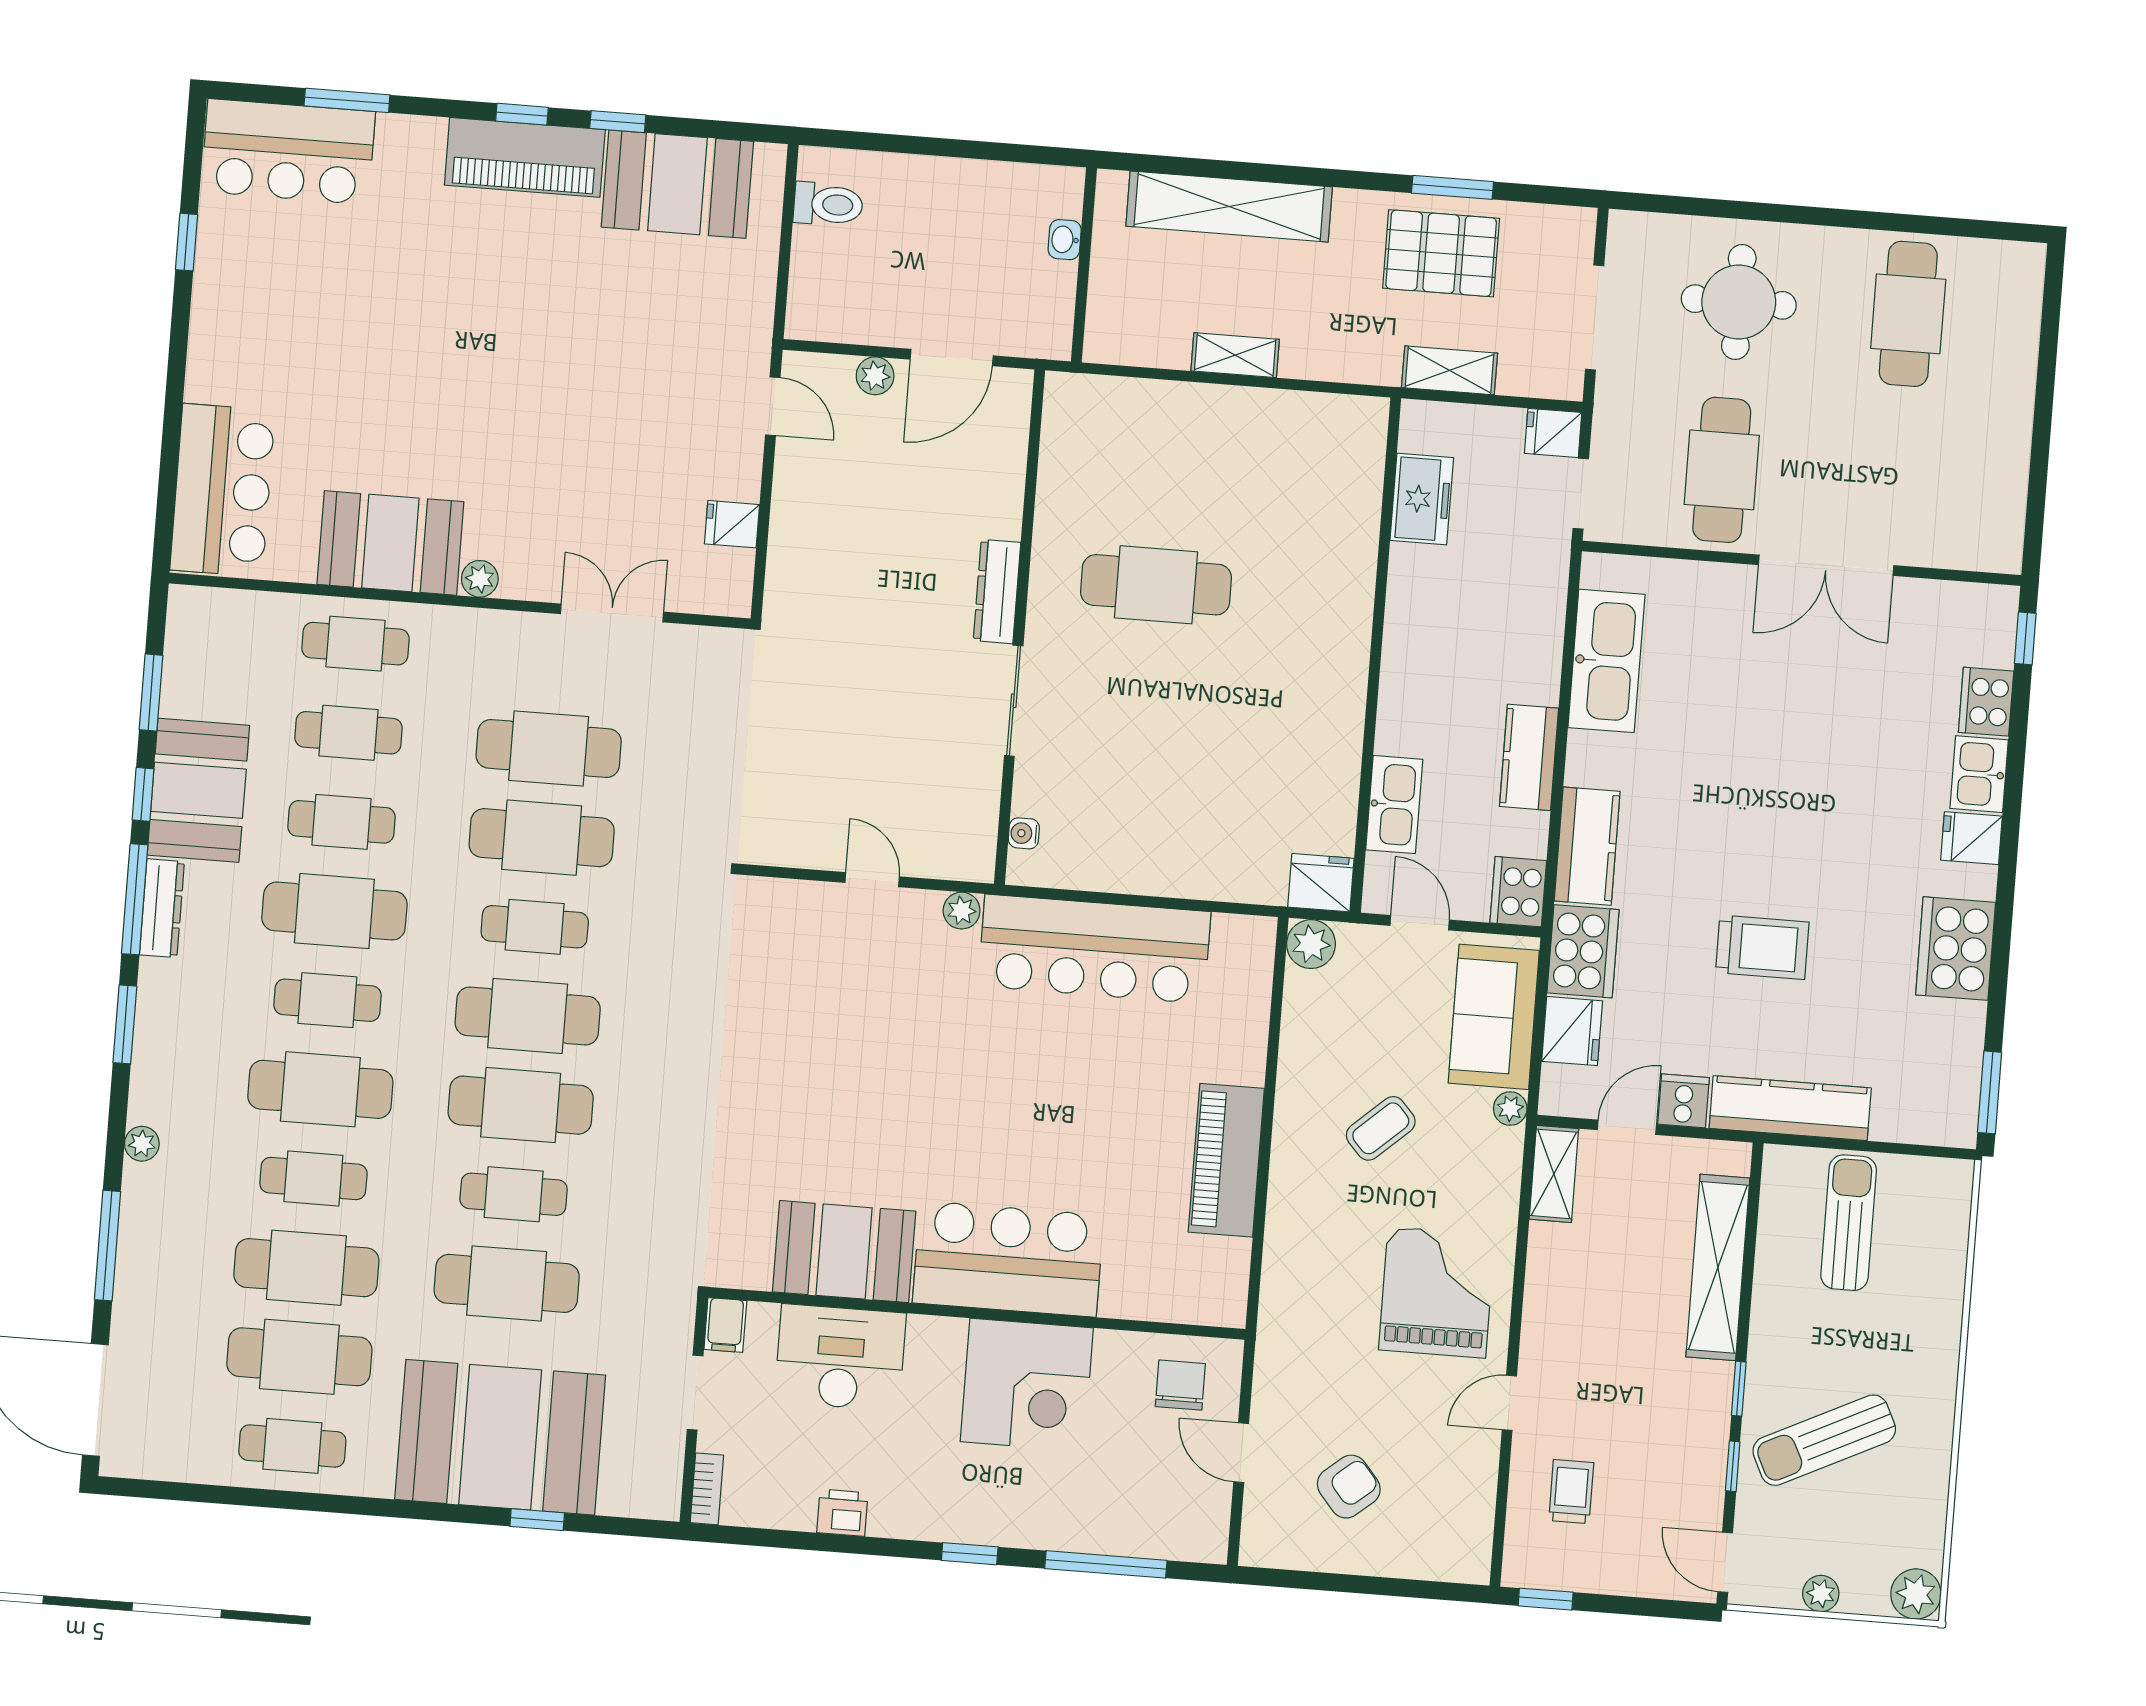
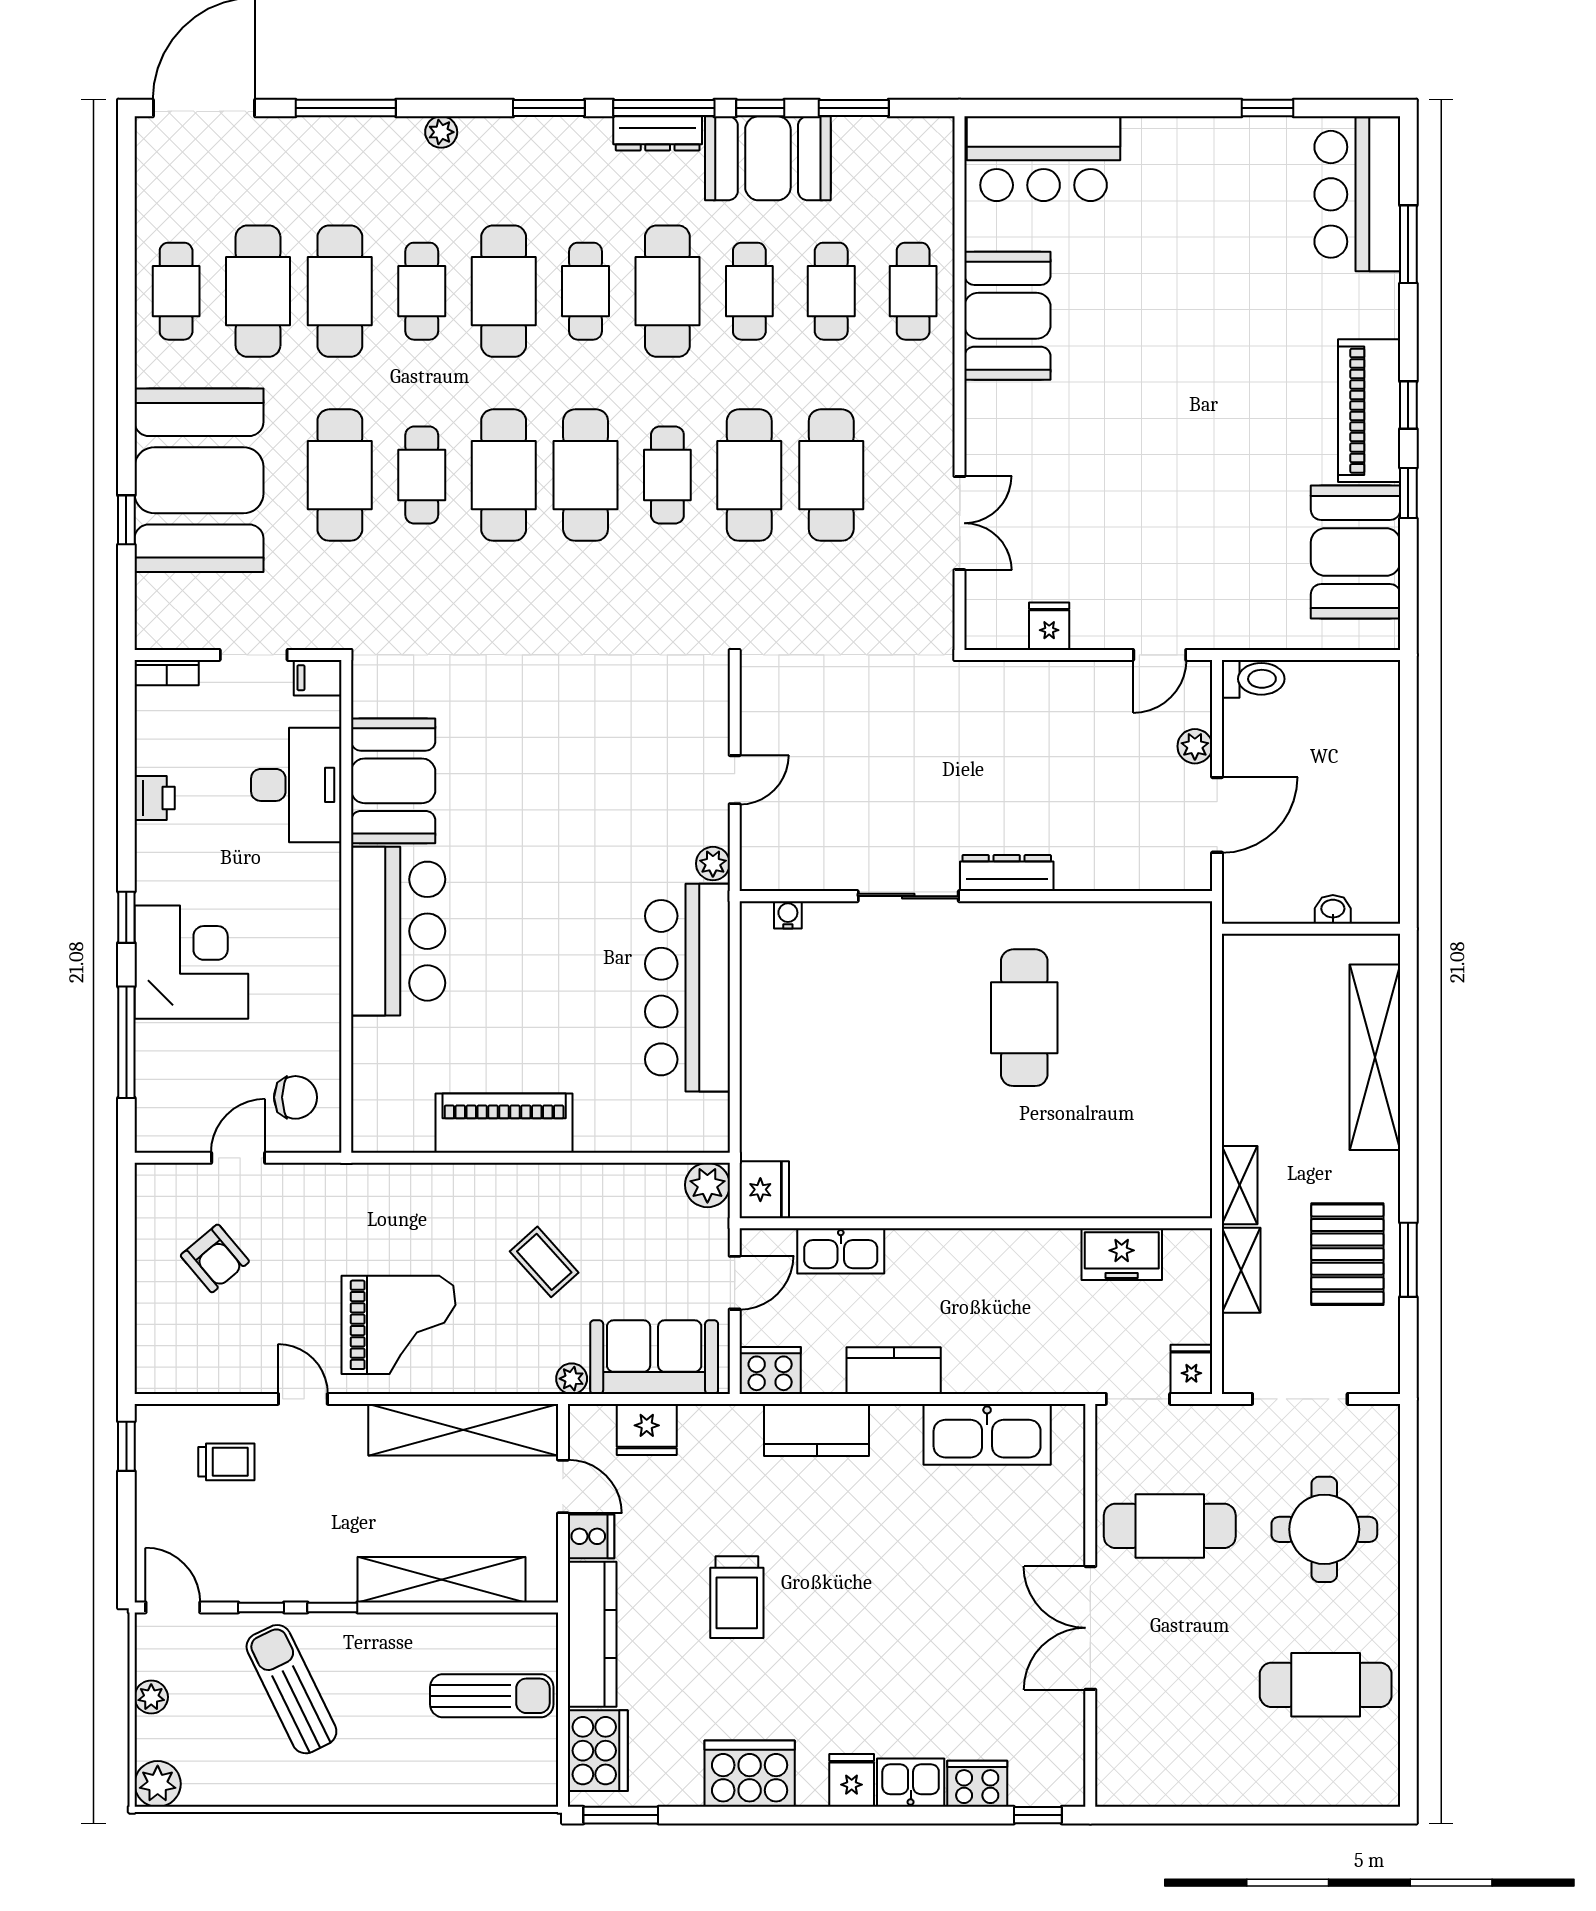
toilet: (828, 204) -> (1253, 679), moved, turned -90
shelving: (1235, 355) -> (1240, 1185), moved
door: (952, 358) -> (1217, 815), swing flipped
plant: (480, 579) -> (981, 400), removed
cooker: (1583, 951) -> (598, 1751), moved, turned -90
shelving: (1554, 1174) -> (463, 1430), width x2.20, depth x1.33
corner desk: (1027, 1385) -> (191, 962), moved, turned 180
door: (1725, 1562) -> (173, 1607), hinge flipped

